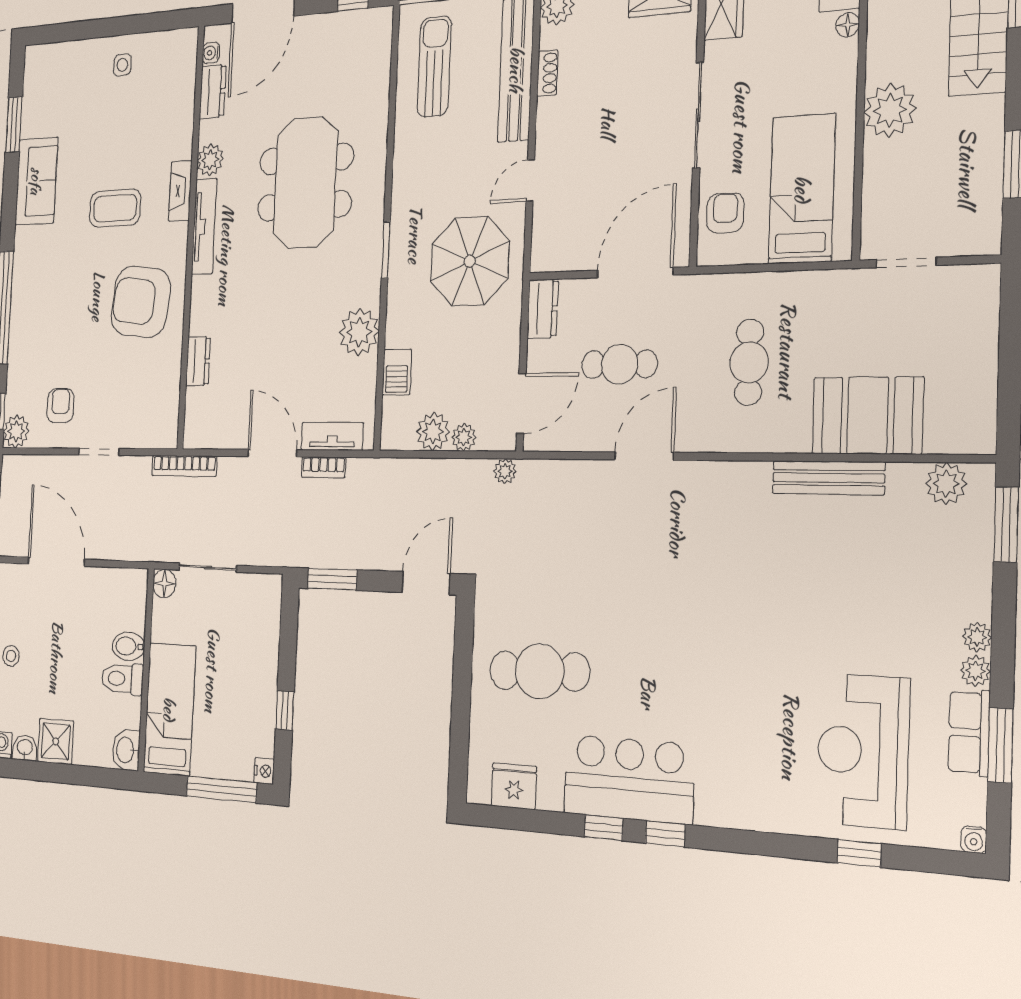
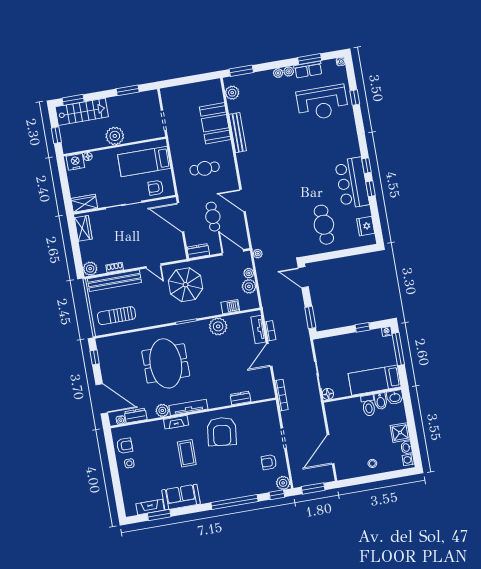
armchair: (158, 57) -> (125, 446), added
fireplace: (32, 105) -> (150, 507), added
meeting table: (305, 182) -> (166, 363), turned 90
bidet: (128, 646) -> (381, 401), moved

